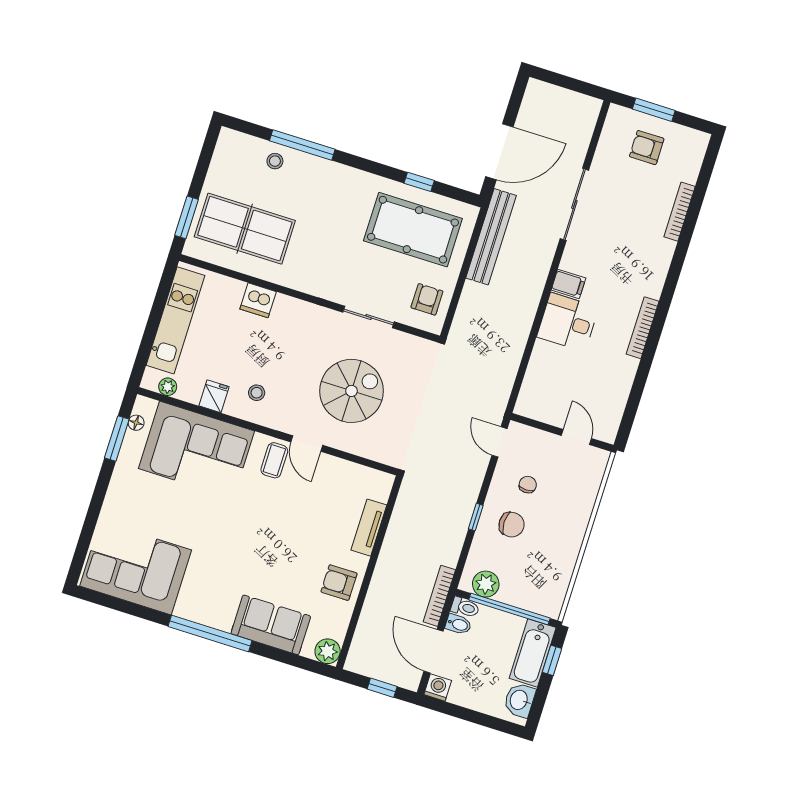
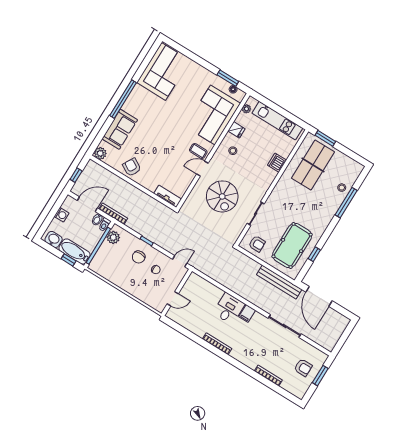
armchair: (647, 148) -> (303, 368), turned 90
tv unit: (369, 528) -> (168, 196), moved
armchair: (339, 583) -> (132, 167), turned -60
washing machine: (438, 687) -> (62, 215), moved

